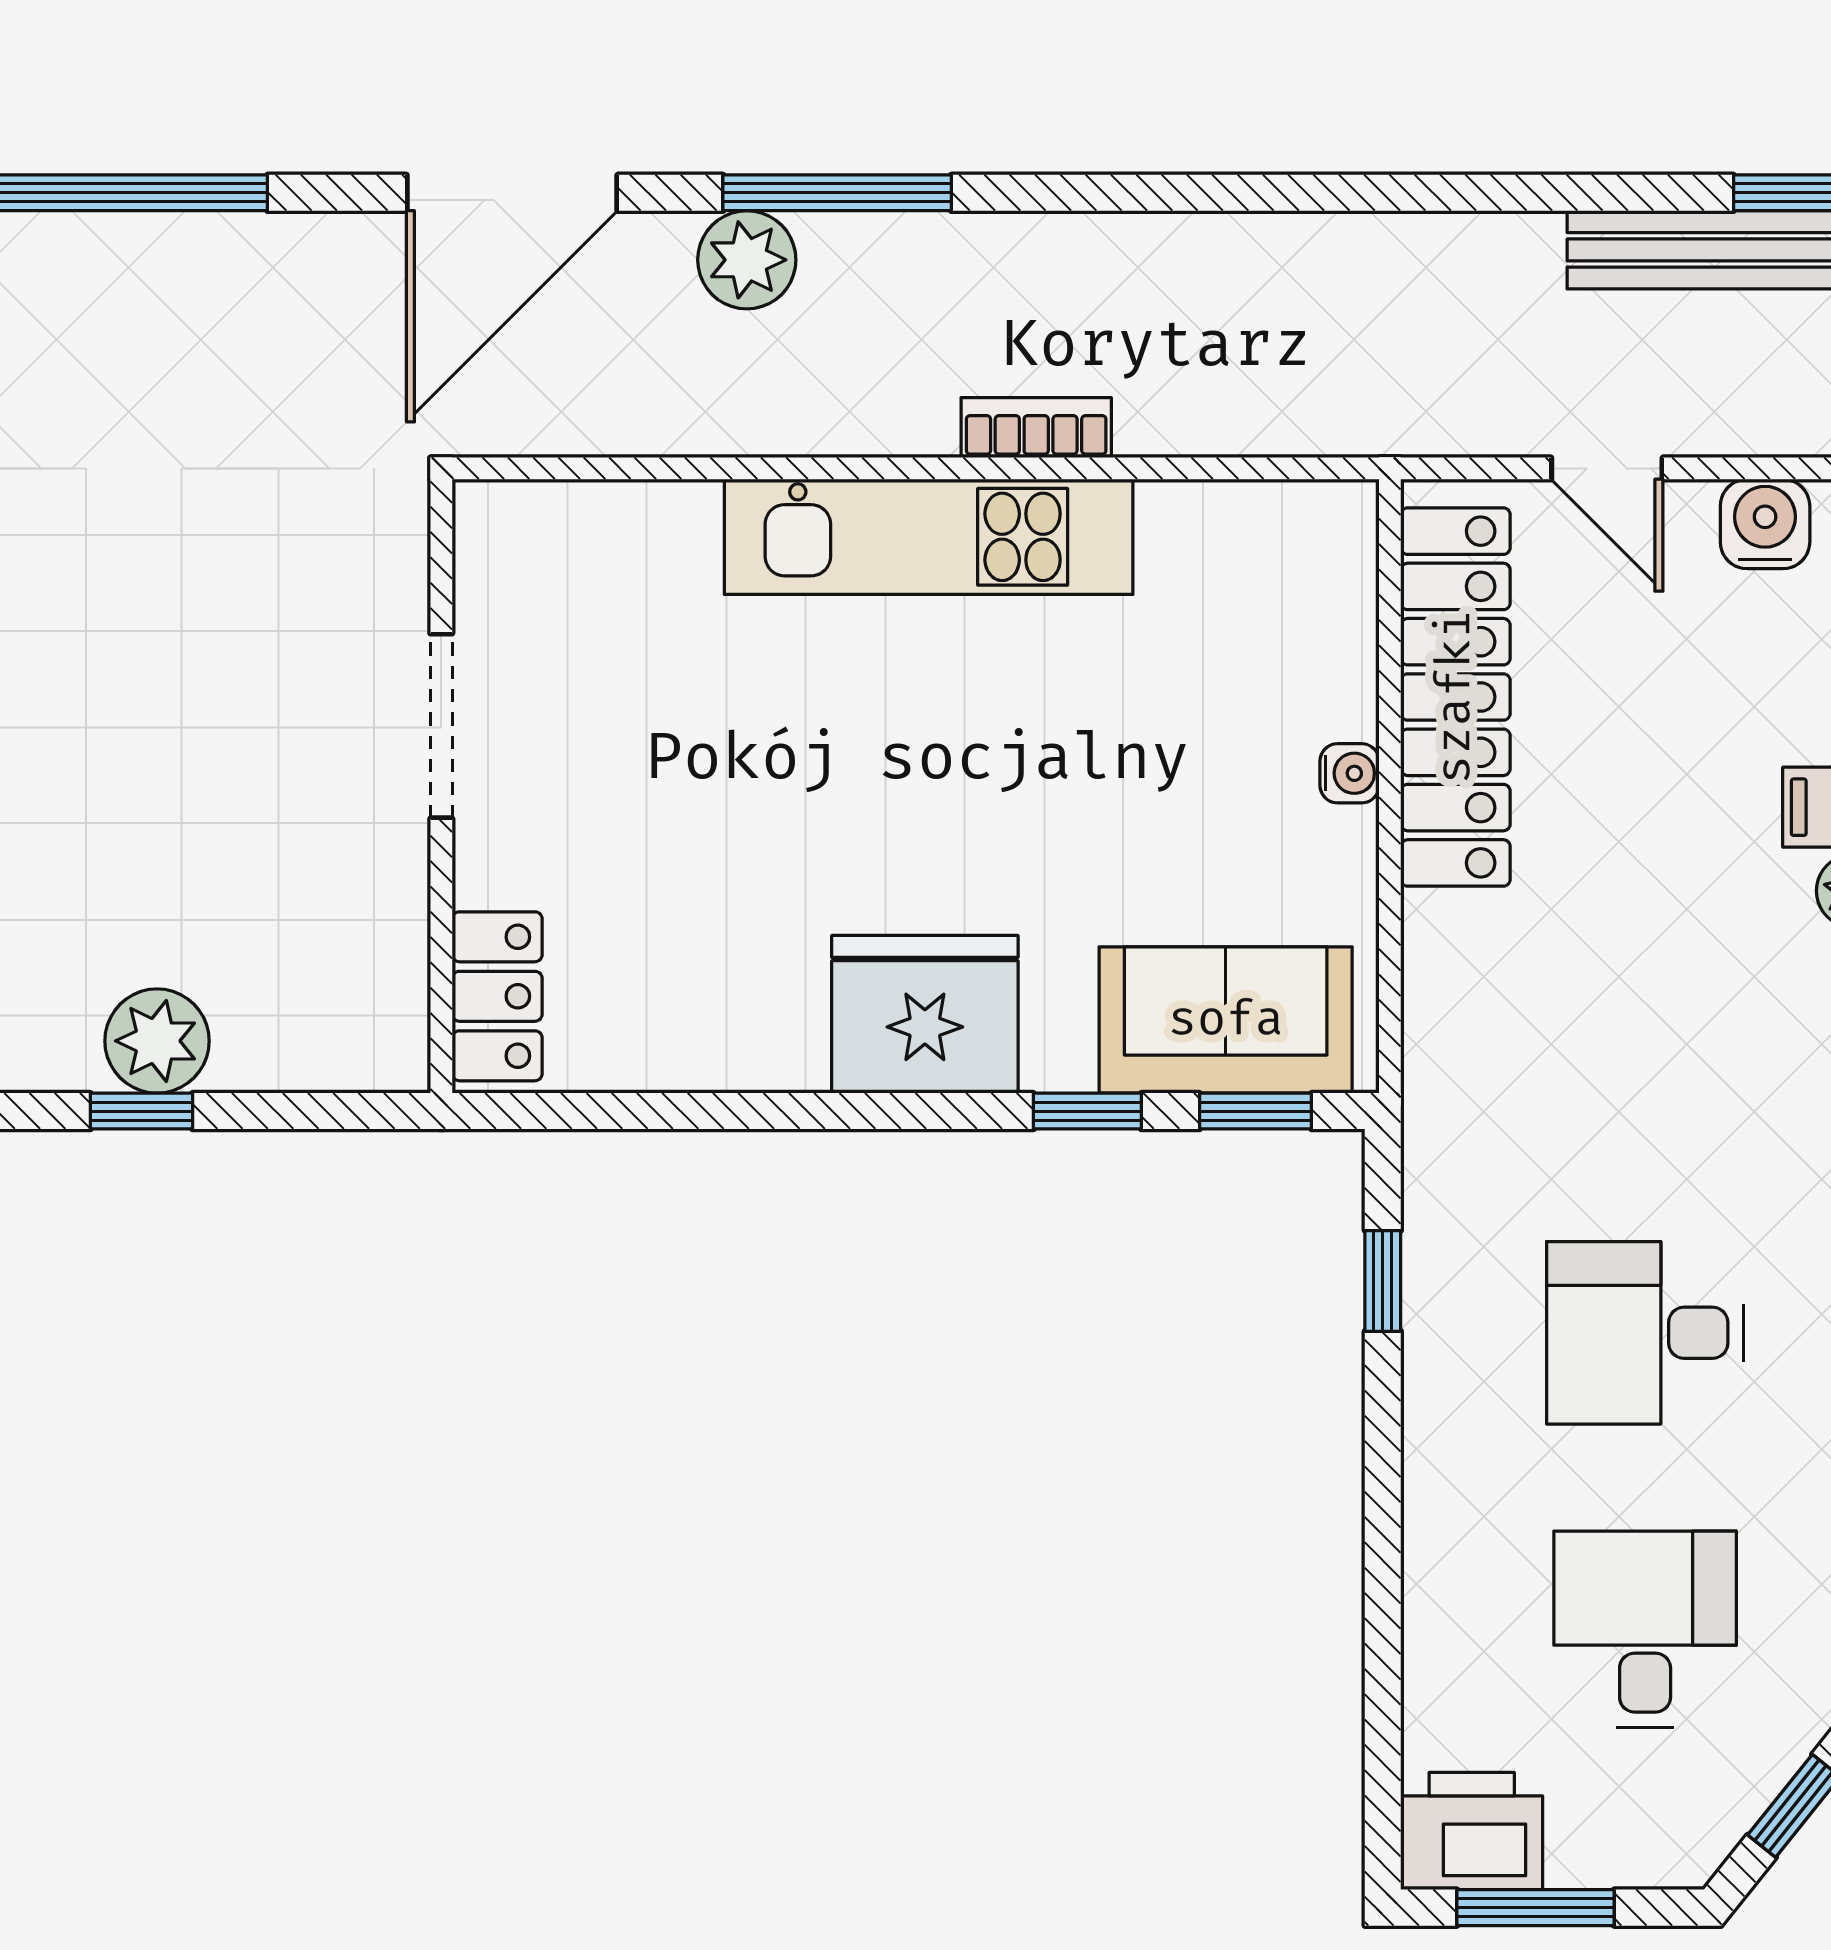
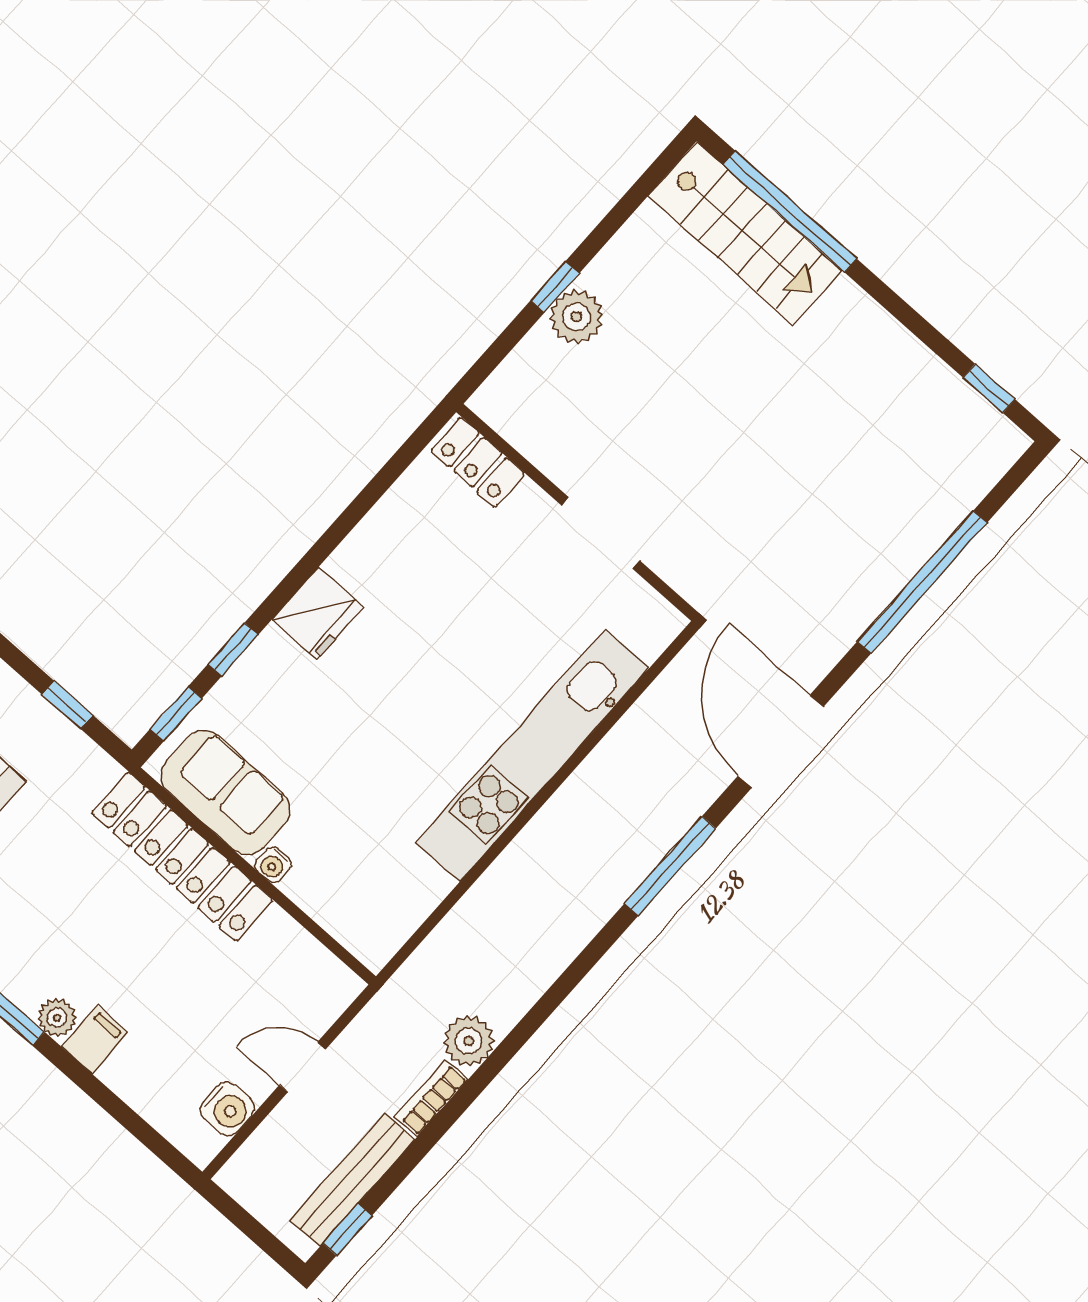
plant: (747, 260) -> (469, 1041), moved
bookcase: (1036, 428) -> (431, 1098), moved, turned 180
kitchen unit: (929, 537) -> (532, 756), width x1.36
locker: (1455, 697) -> (182, 856), moved
fridge: (925, 1014) -> (318, 613), width x0.73, depth x0.75
sofa: (1226, 1020) -> (225, 793), moved, turned -90

